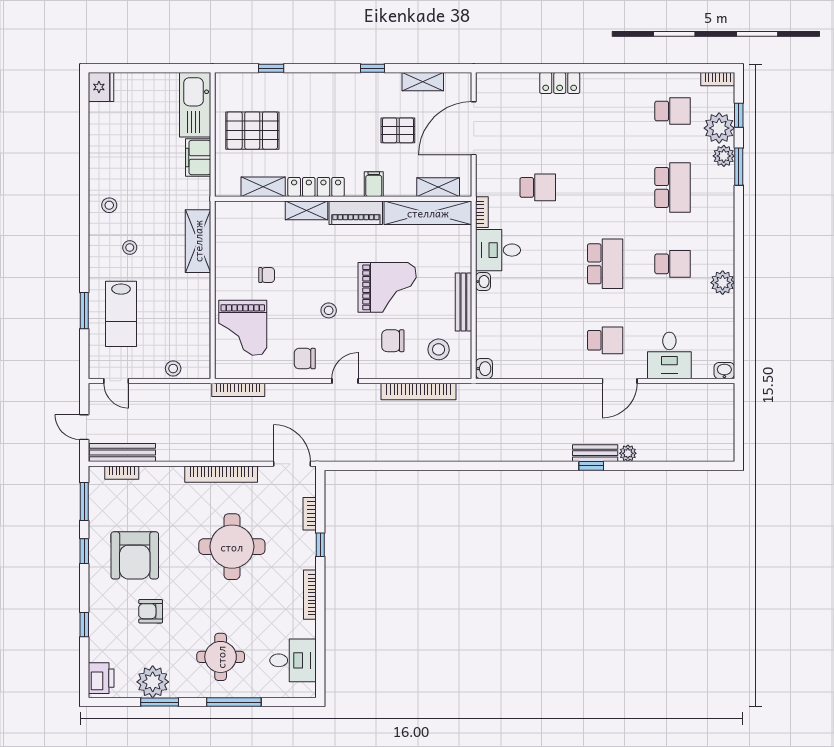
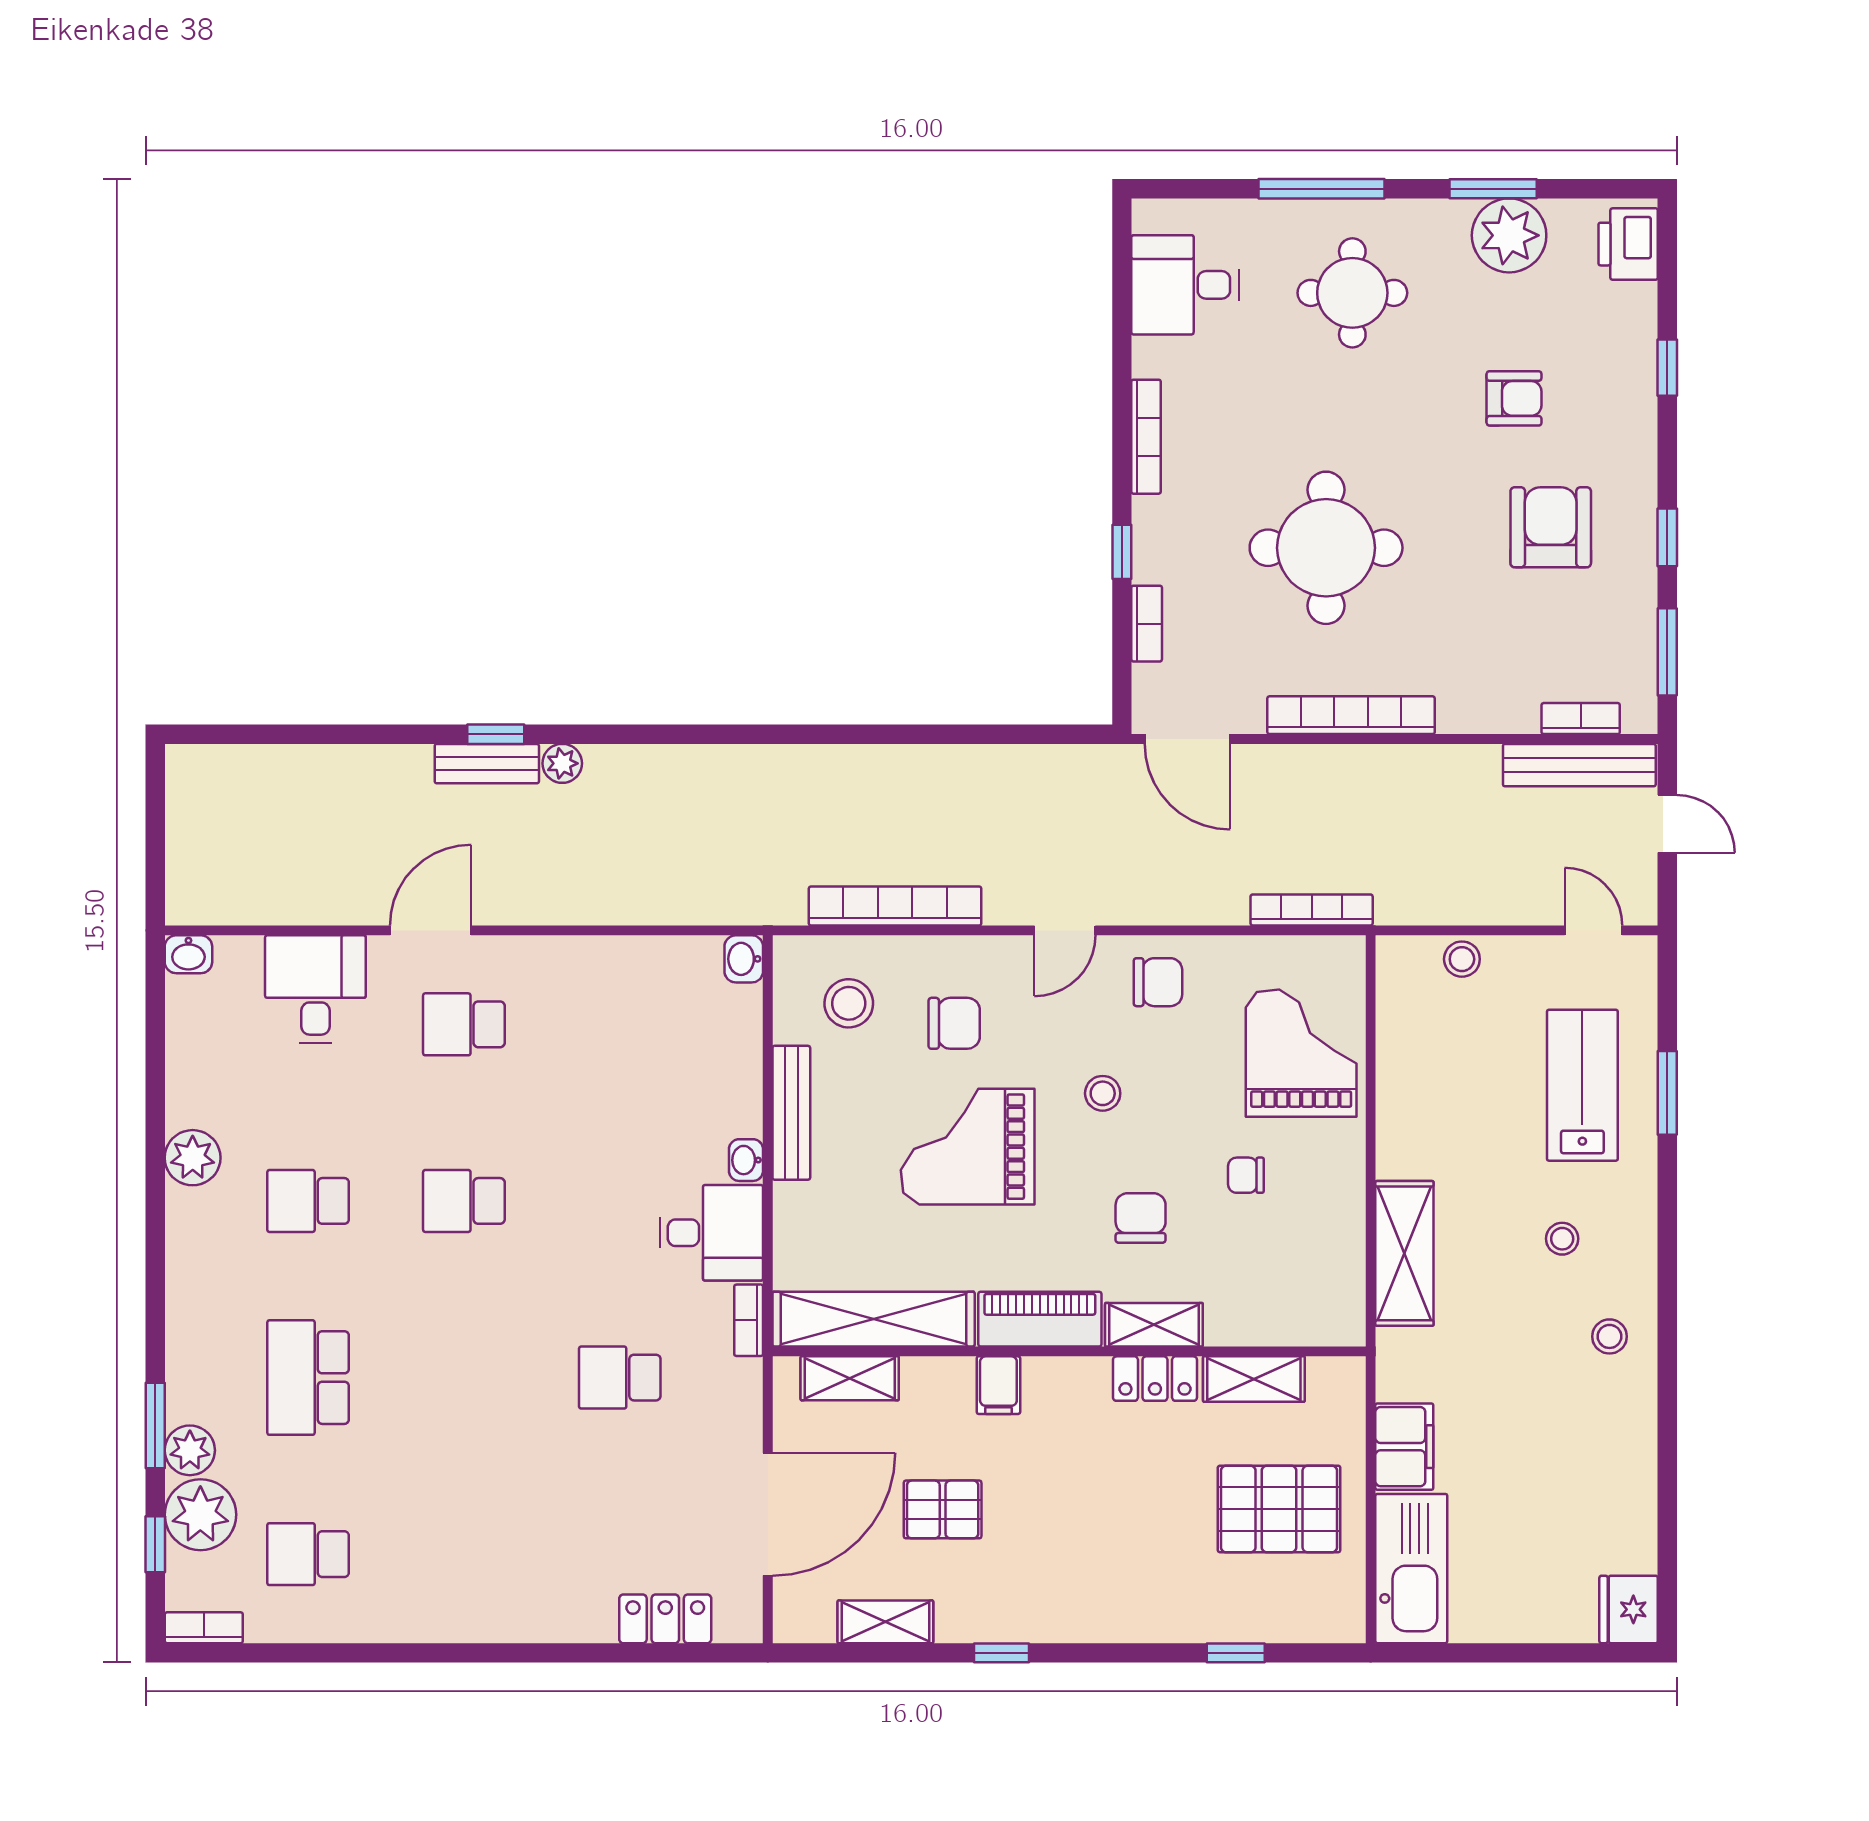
locker: (560, 83) -> (665, 1619), moved
locker: (316, 187) -> (1155, 1379), width x0.66
chair: (312, 256) -> (1141, 1218), added
school desk: (605, 264) -> (464, 1201), width x0.54
plant: (628, 453) -> (562, 763), moved
armchair: (135, 555) -> (1551, 527), width x0.73, depth x0.73

